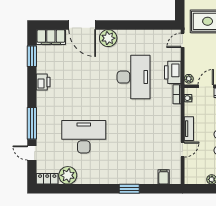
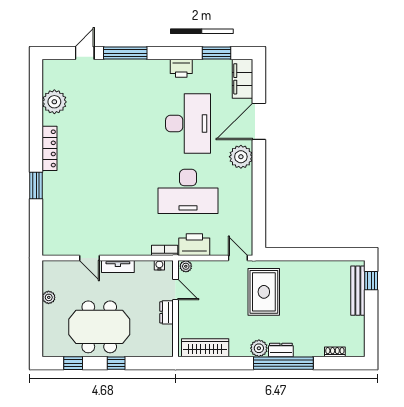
desk: (84, 137) -> (188, 123), moved
filing cabinet: (164, 177) -> (52, 232), removed
locker: (47, 179) -> (50, 148), moved, width x1.53

